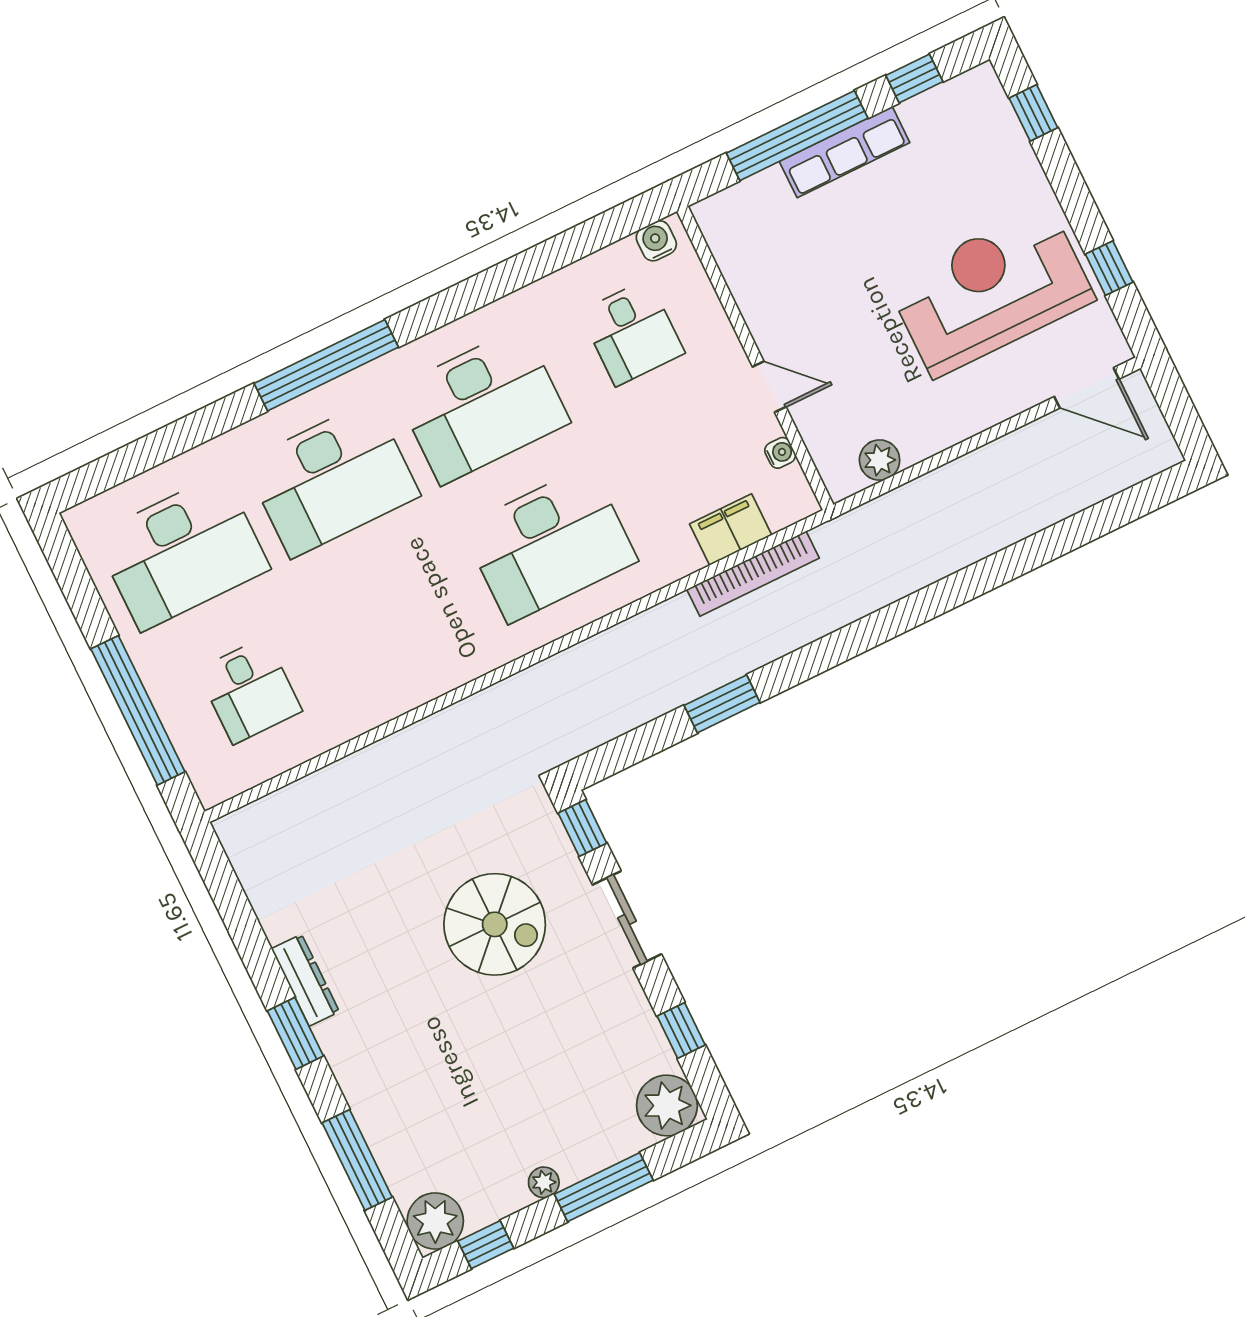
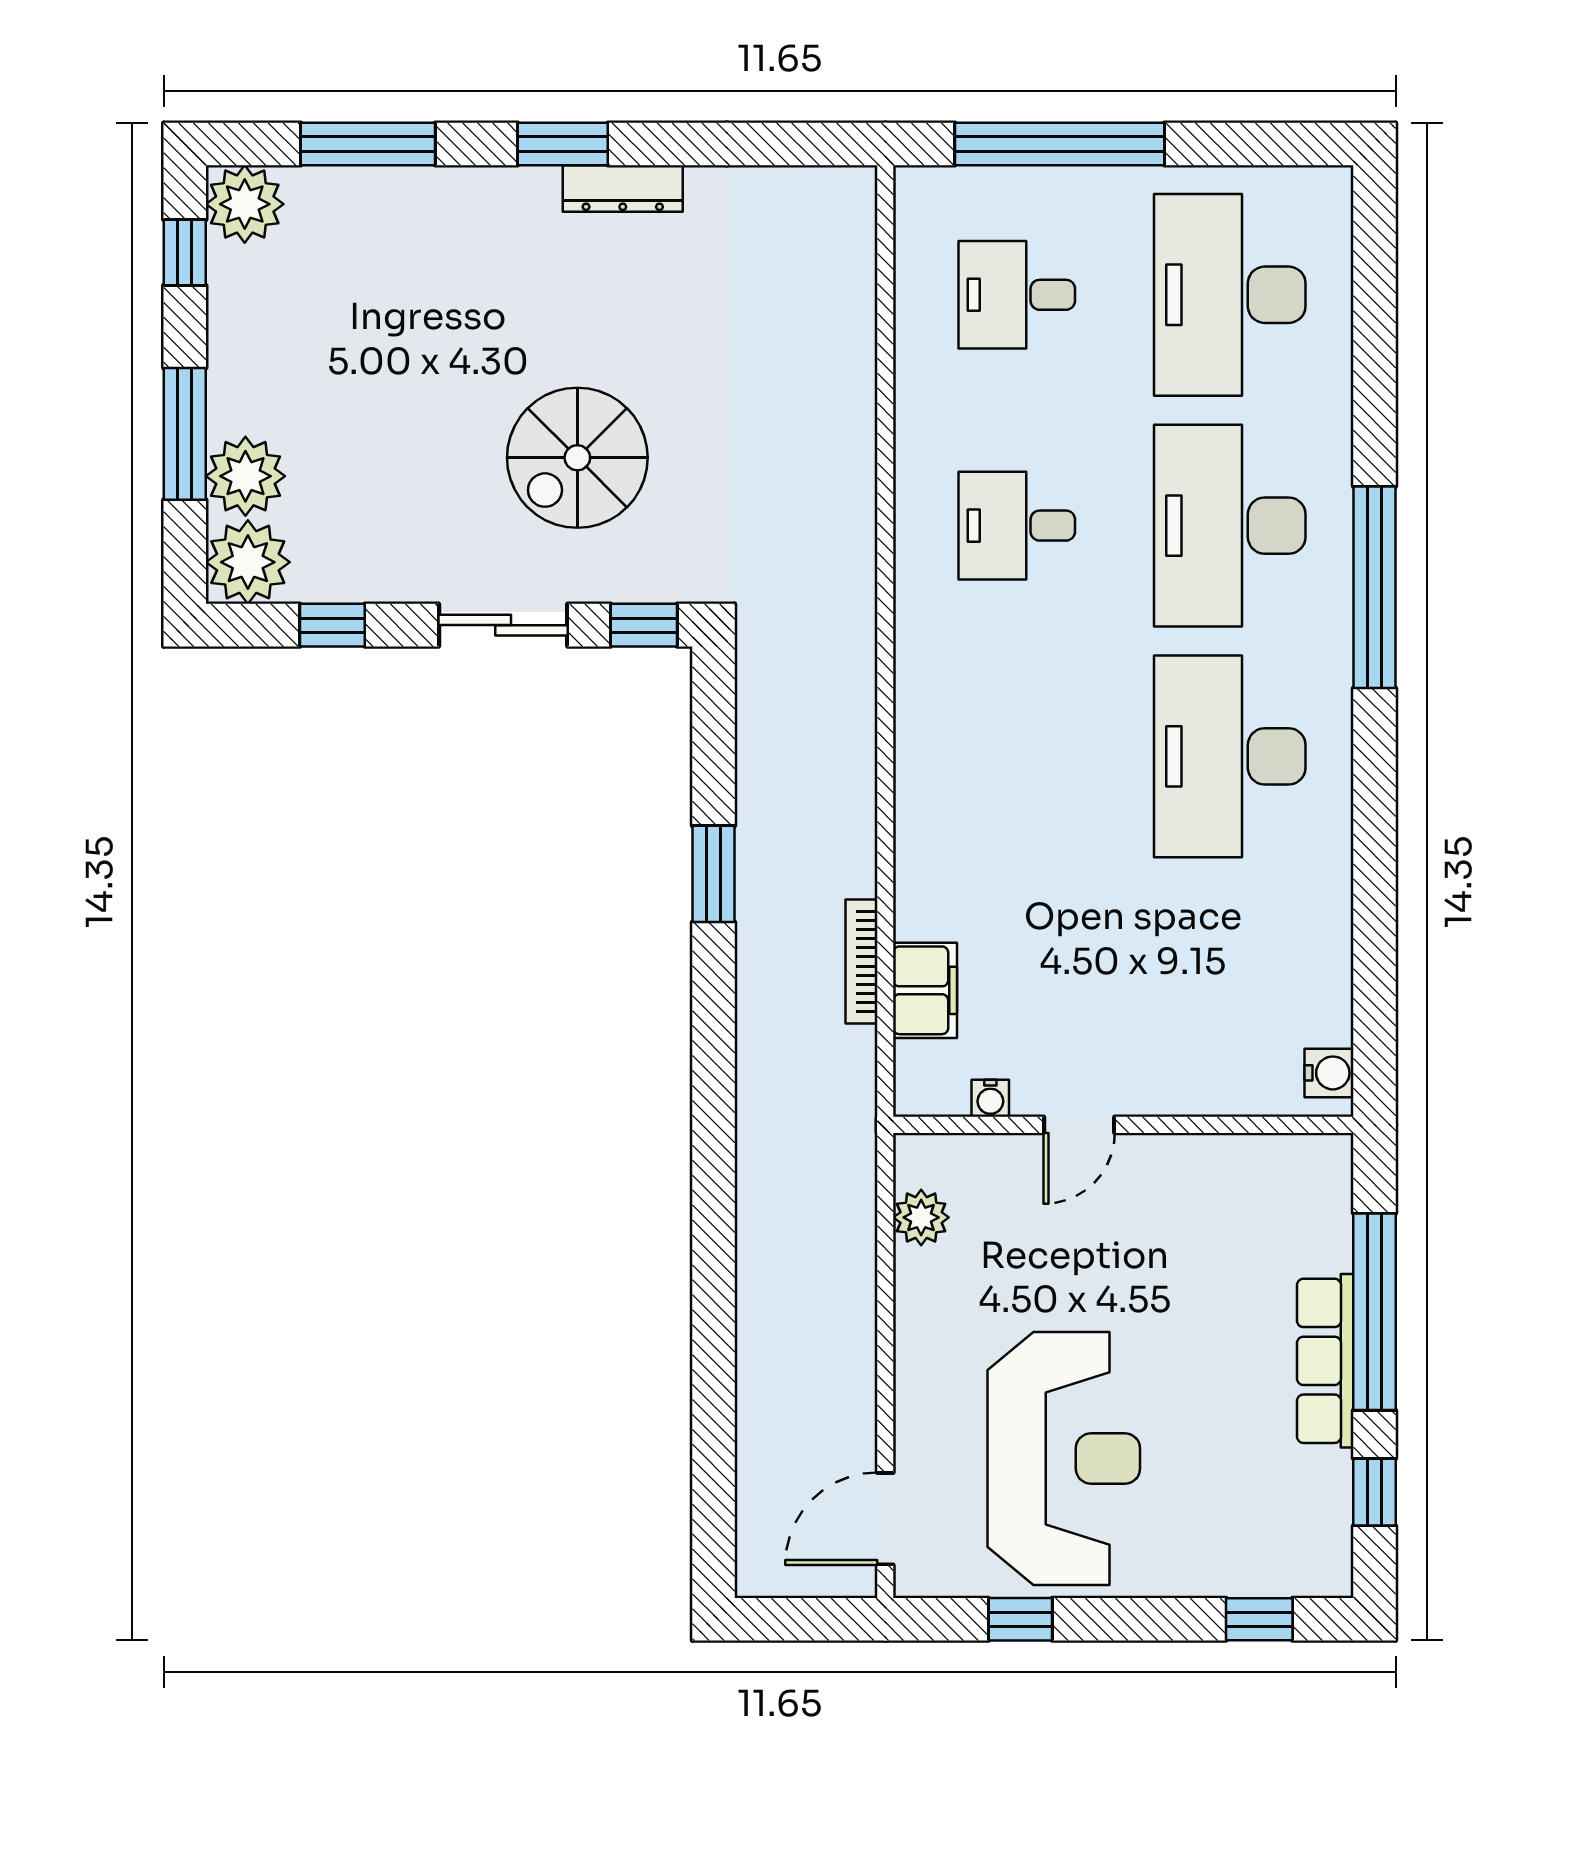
desk: (632, 332) -> (1230, 987), removed
desk: (550, 544) -> (1017, 526), moved, width x0.53, depth x0.77
bookcase: (753, 574) -> (861, 962), width x0.68, depth x0.76
plant: (544, 1182) -> (245, 476), moved, width x1.88, depth x1.88

